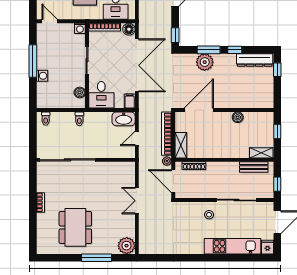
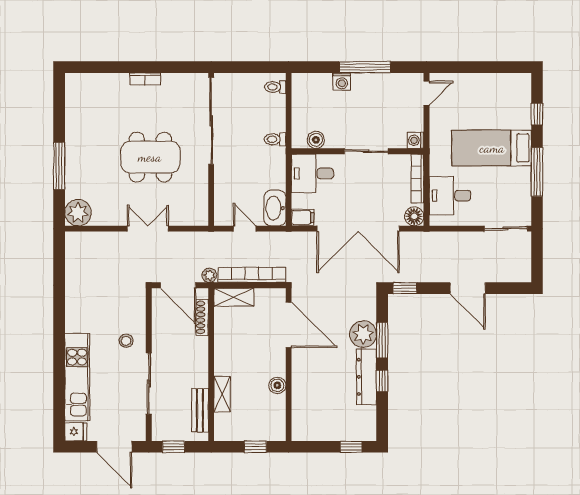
dresser: (255, 60) -> (366, 377), moved
shelving: (261, 153) -> (222, 394), moved
door: (173, 181) -> (178, 285), swing flipped
dining table: (75, 227) -> (150, 157), moved

